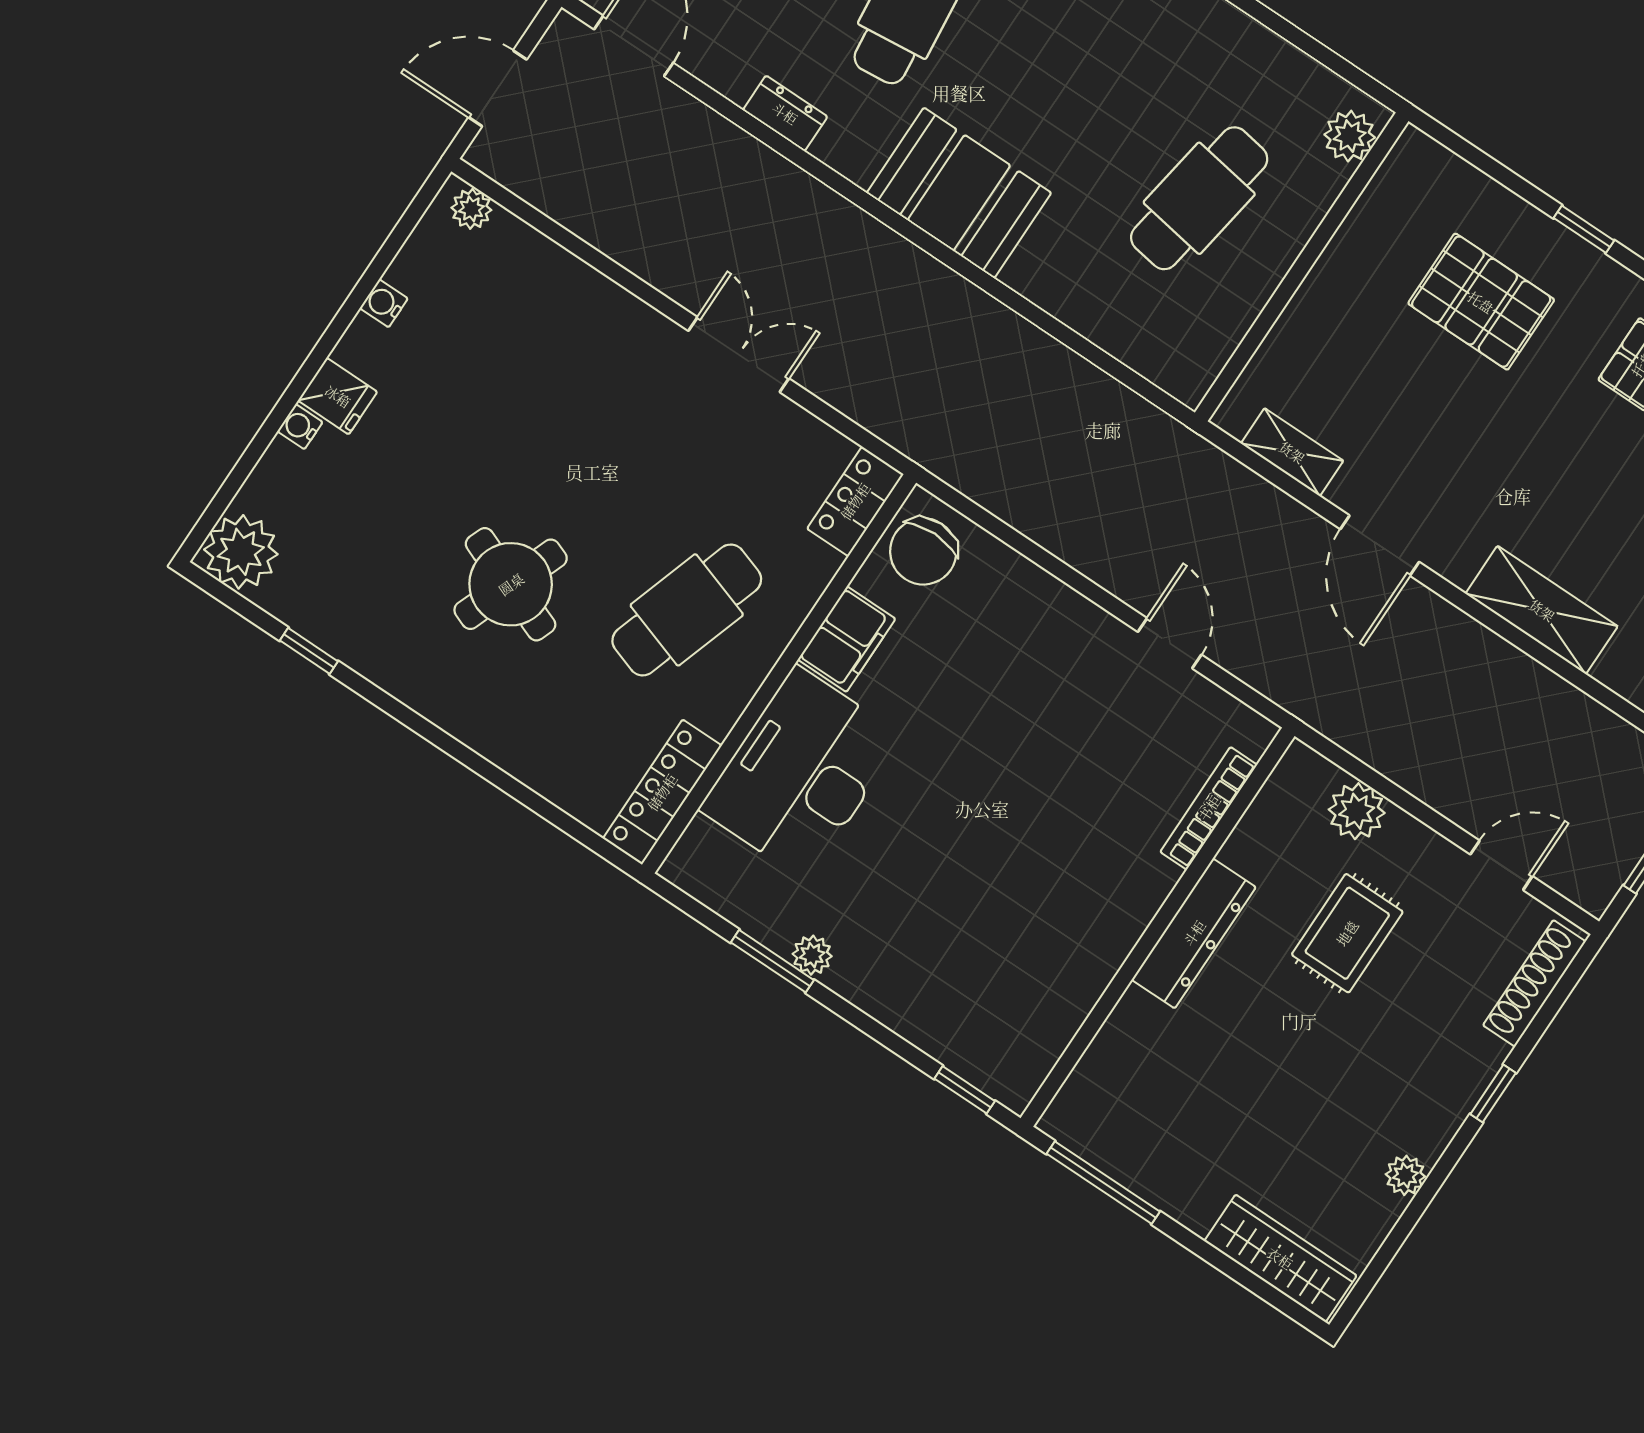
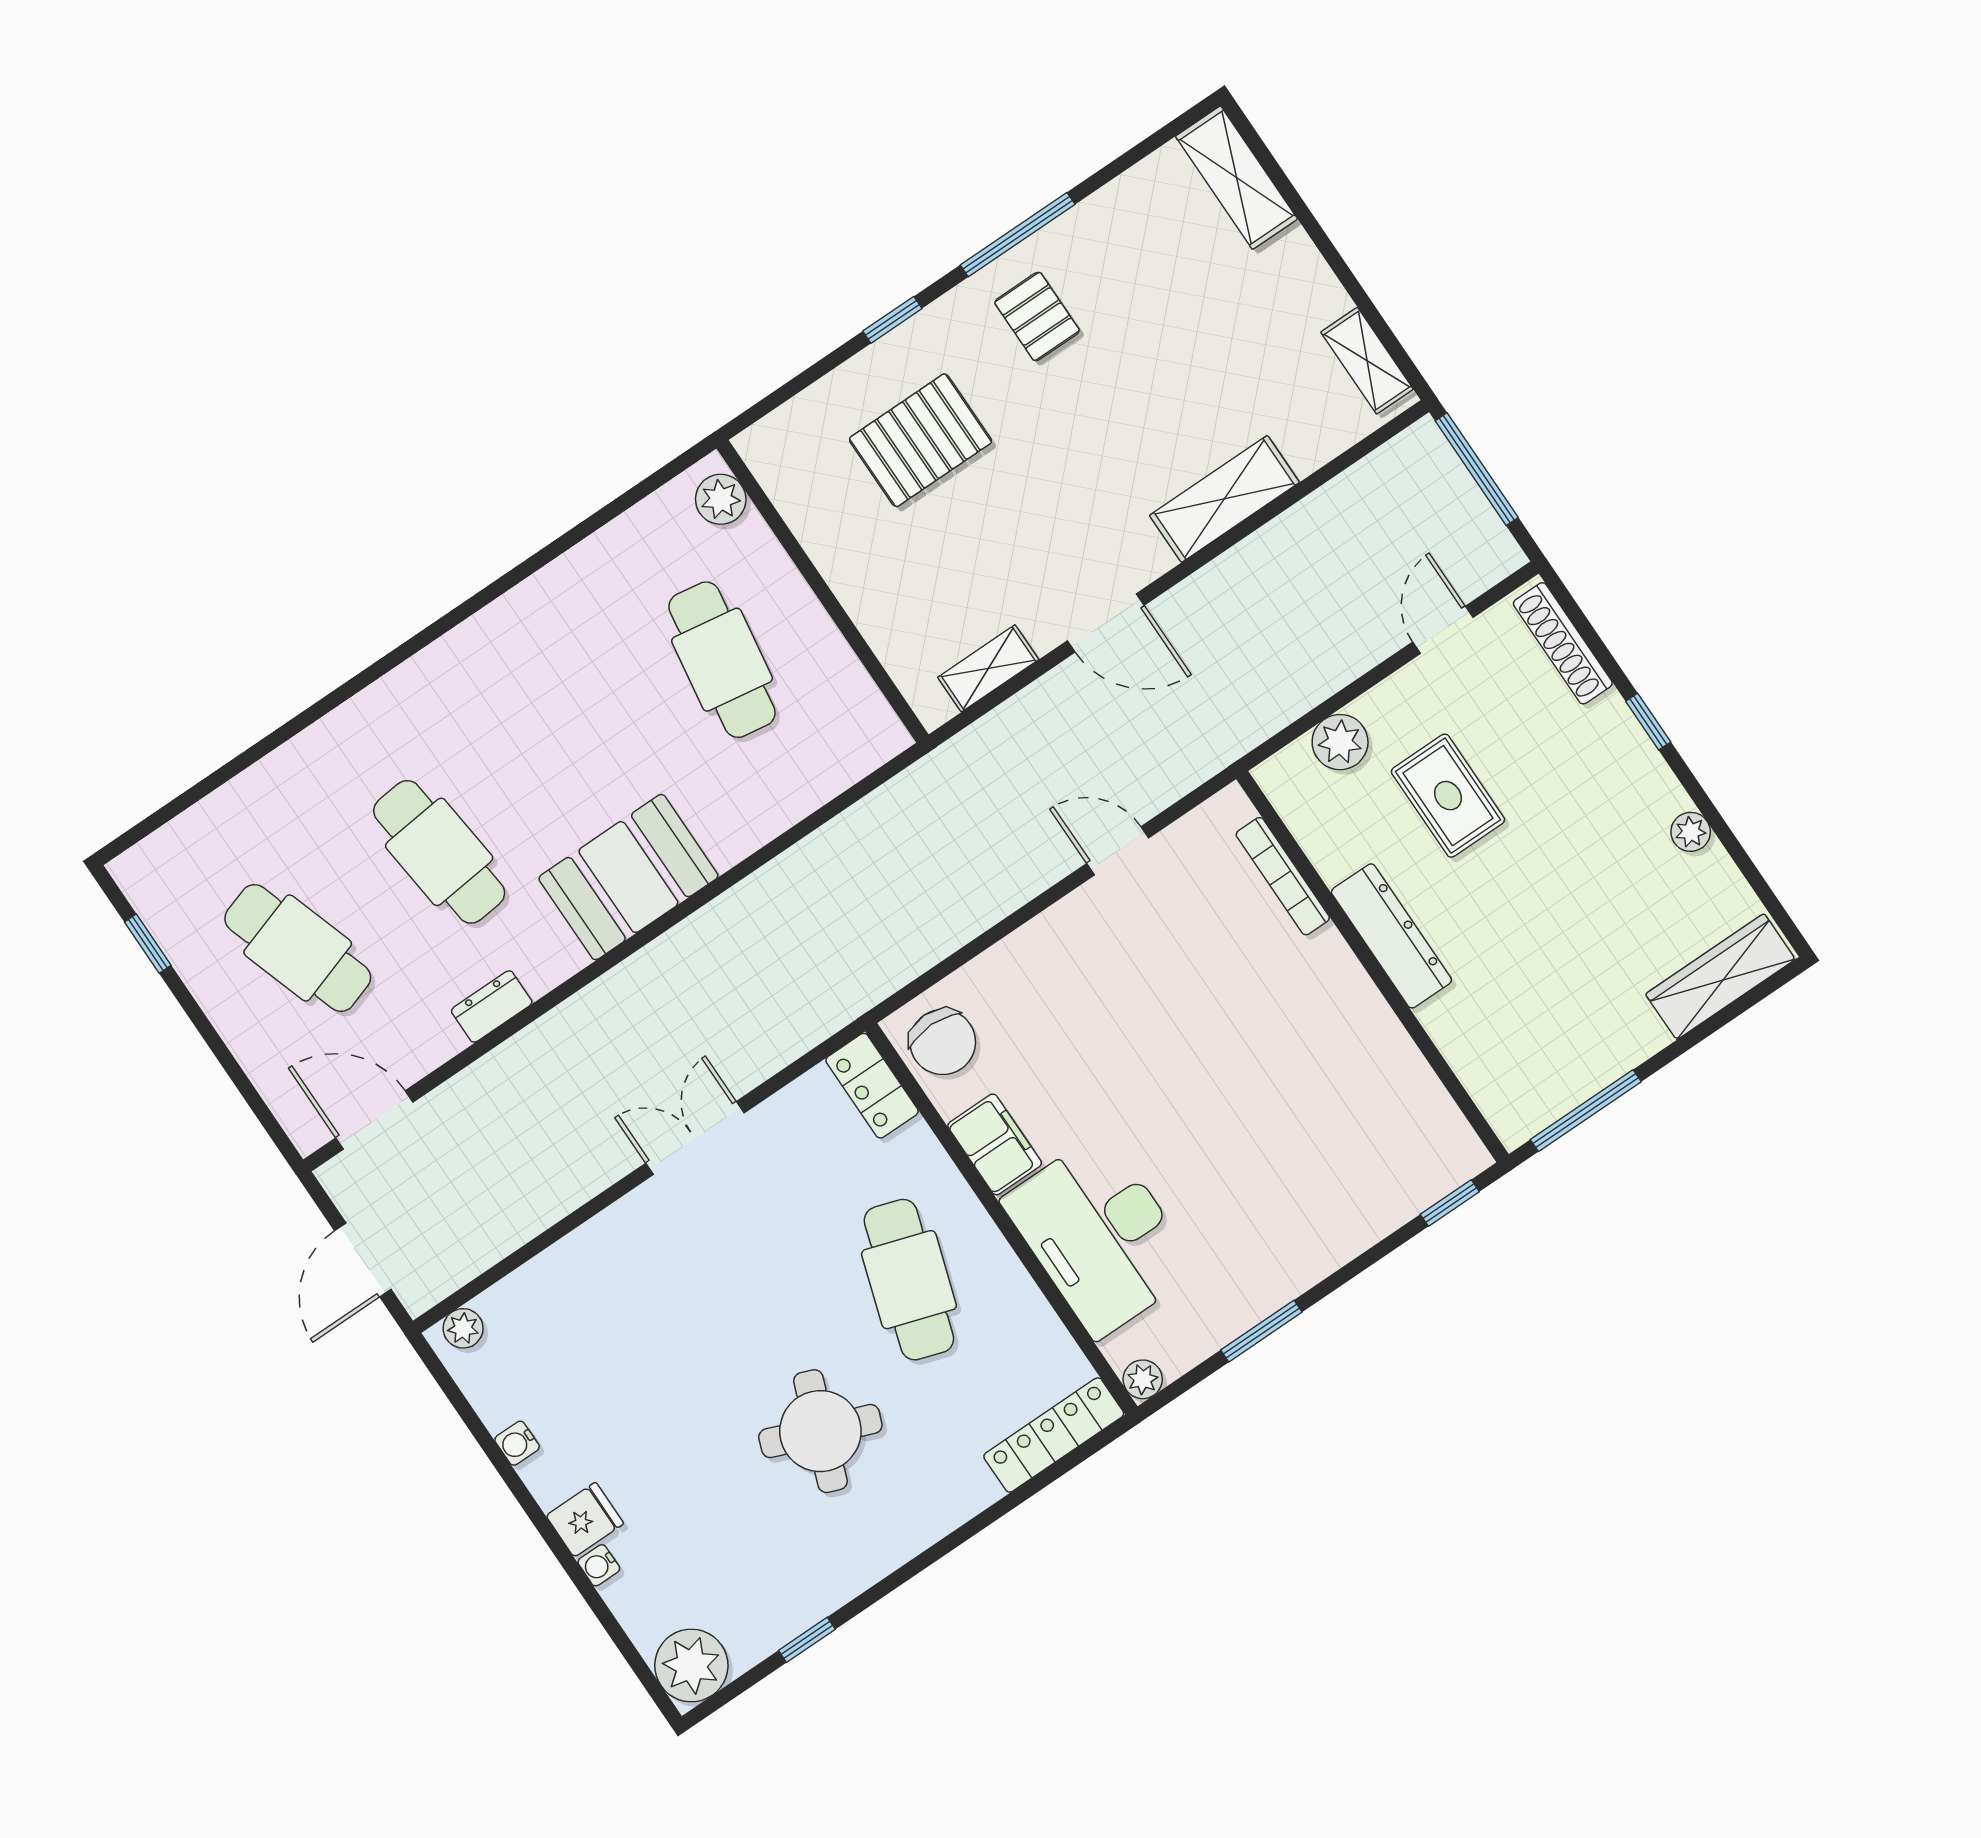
locker: (662, 792) -> (1054, 1435), moved, turned 90
plant: (812, 955) -> (1143, 1379), moved

